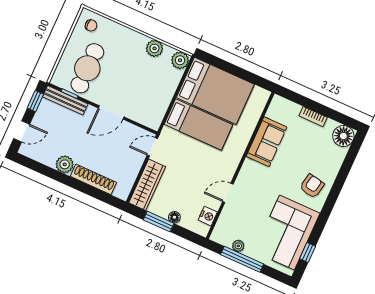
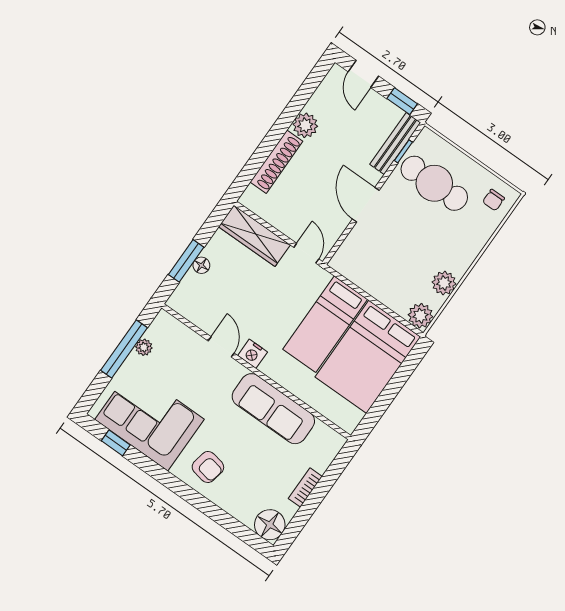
sofa: (267, 142) -> (273, 409), width x1.36
nightstand: (208, 216) -> (253, 354), moved
window: (159, 222) -> (186, 261), moved

